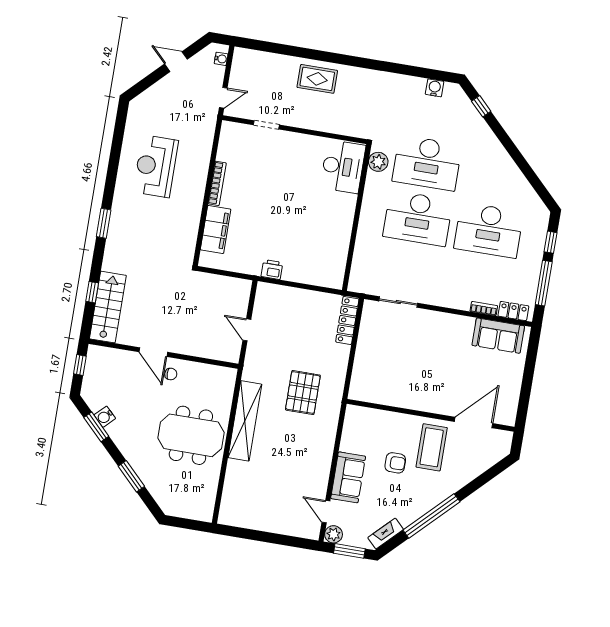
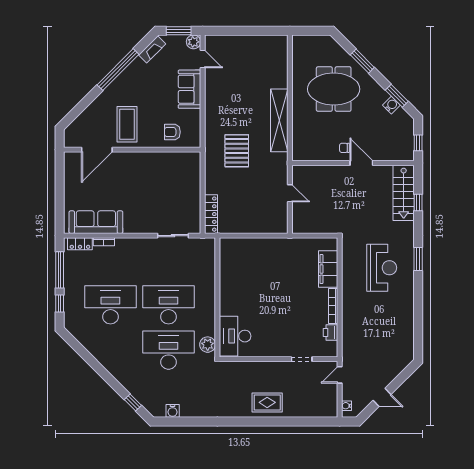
reception desk: (156, 166) -> (382, 268), moved
printer: (272, 269) -> (330, 332), moved, turned 90
sofa: (498, 336) -> (96, 222), width x1.36
meeting table: (191, 435) -> (334, 89), moved
armchair: (395, 463) -> (172, 132), moved

